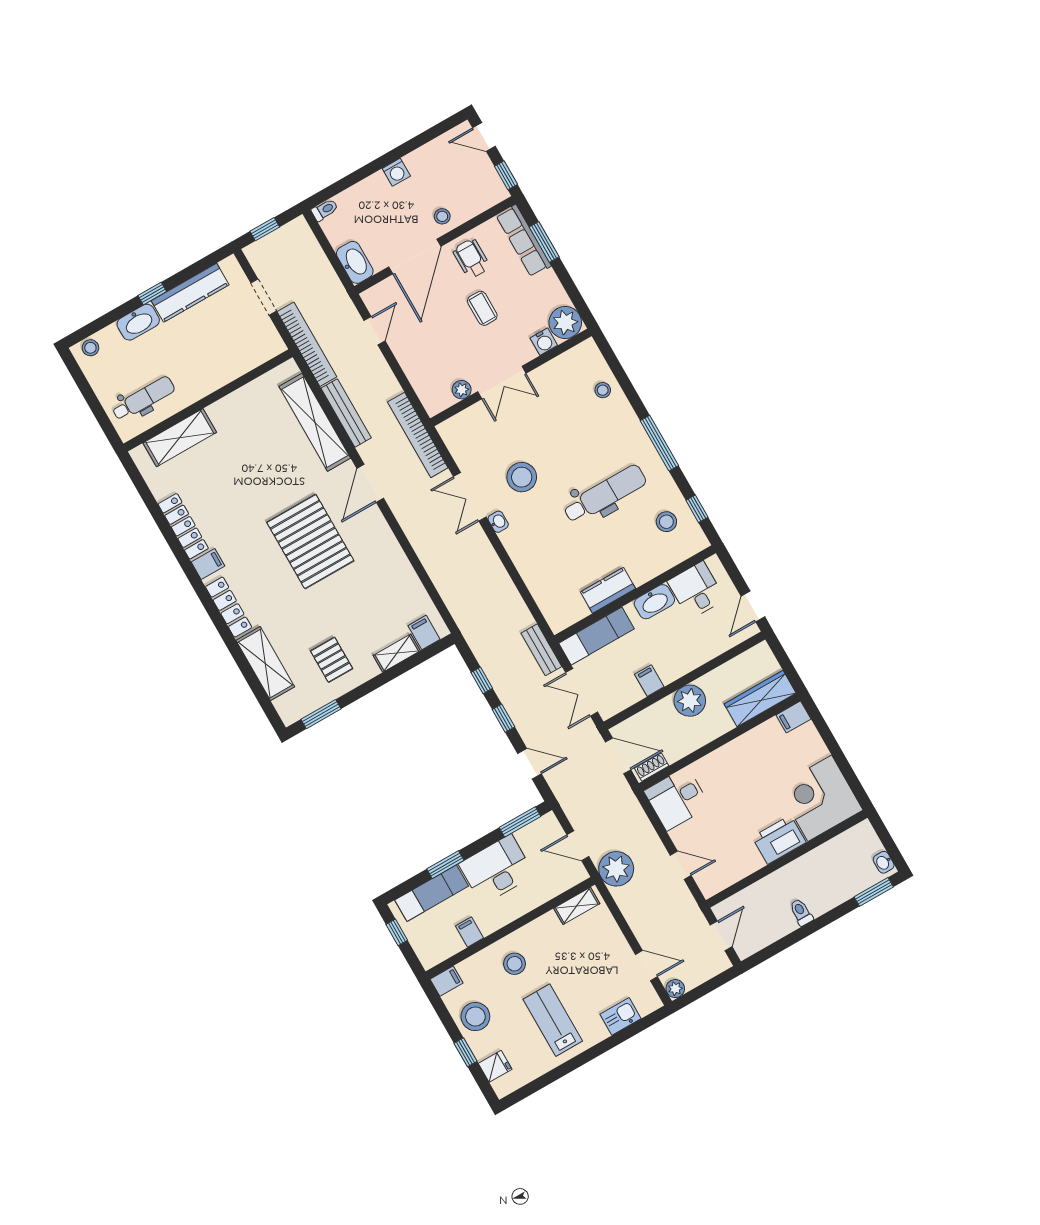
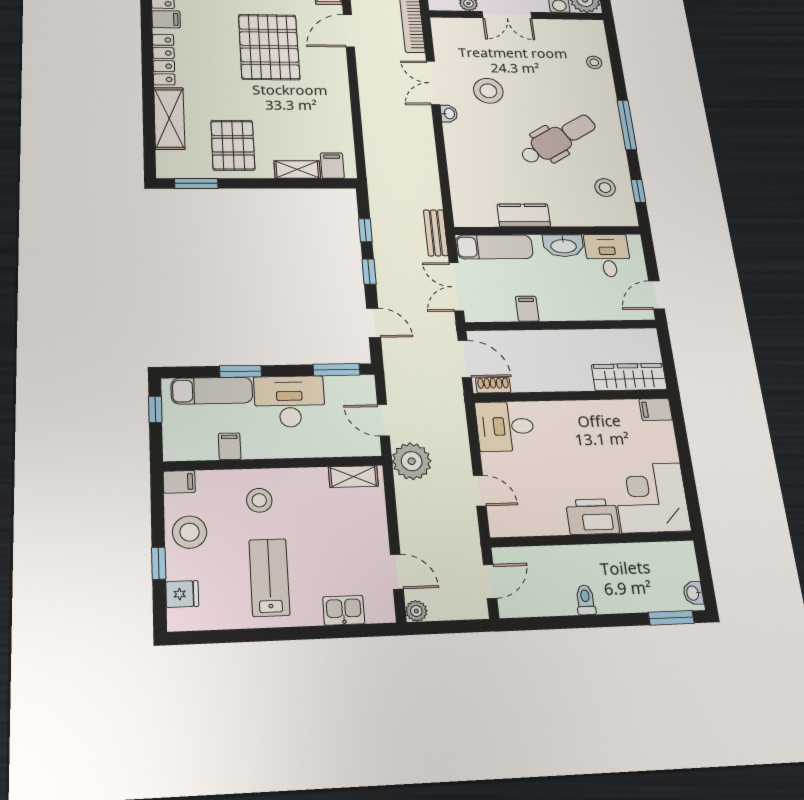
dental chair: (605, 494) -> (558, 139), turned -31
pallet: (332, 660) -> (233, 145), width x1.50, depth x1.42
plant: (690, 701) -> (559, 345), removed

